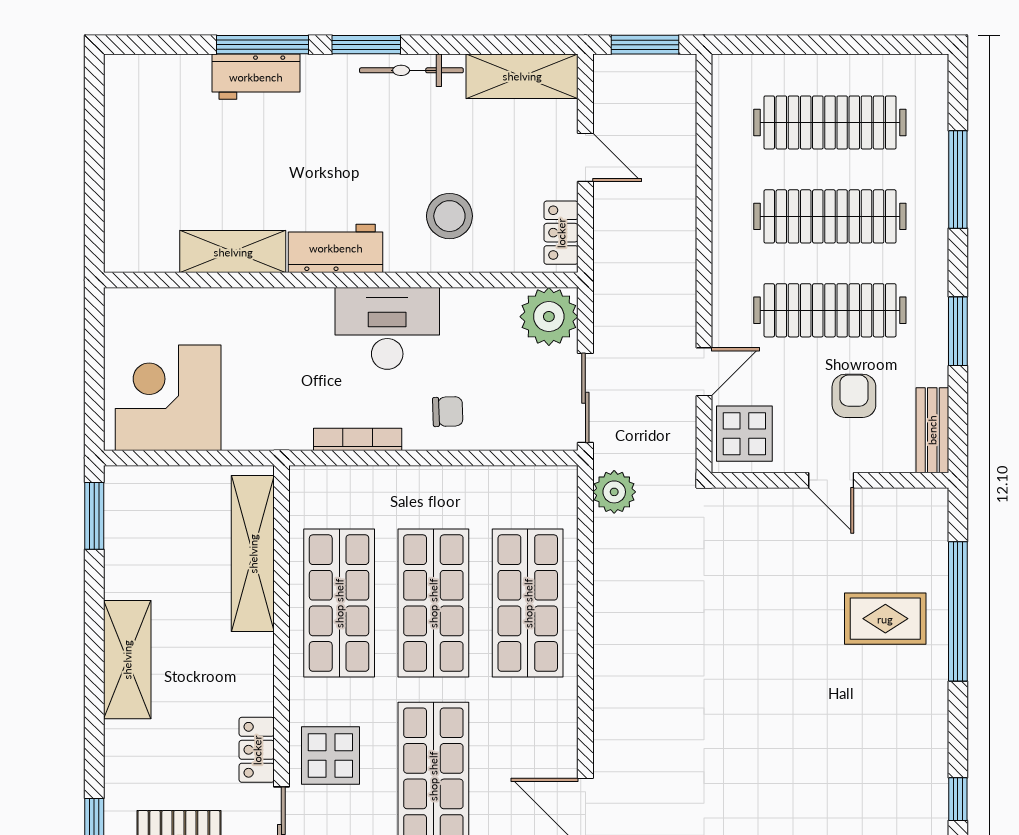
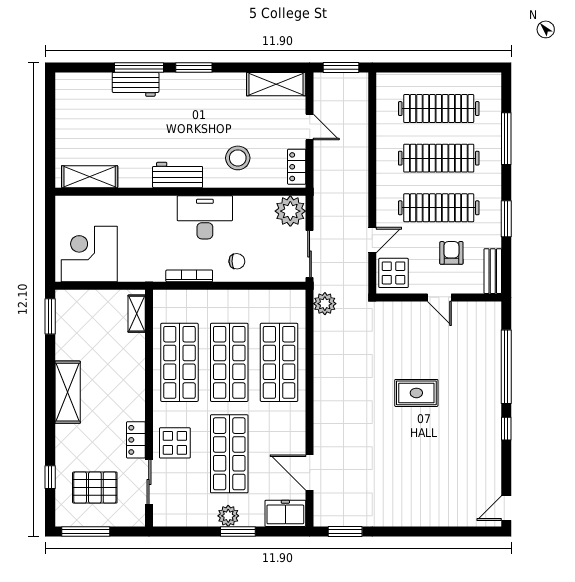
bicycle: (411, 70) -> (218, 81), removed
shelving: (233, 252) -> (90, 177), moved
shelving: (253, 554) -> (137, 314), width x0.45, depth x0.75
rug: (885, 619) -> (416, 393), moved
window: (958, 799) -> (506, 429), moved

